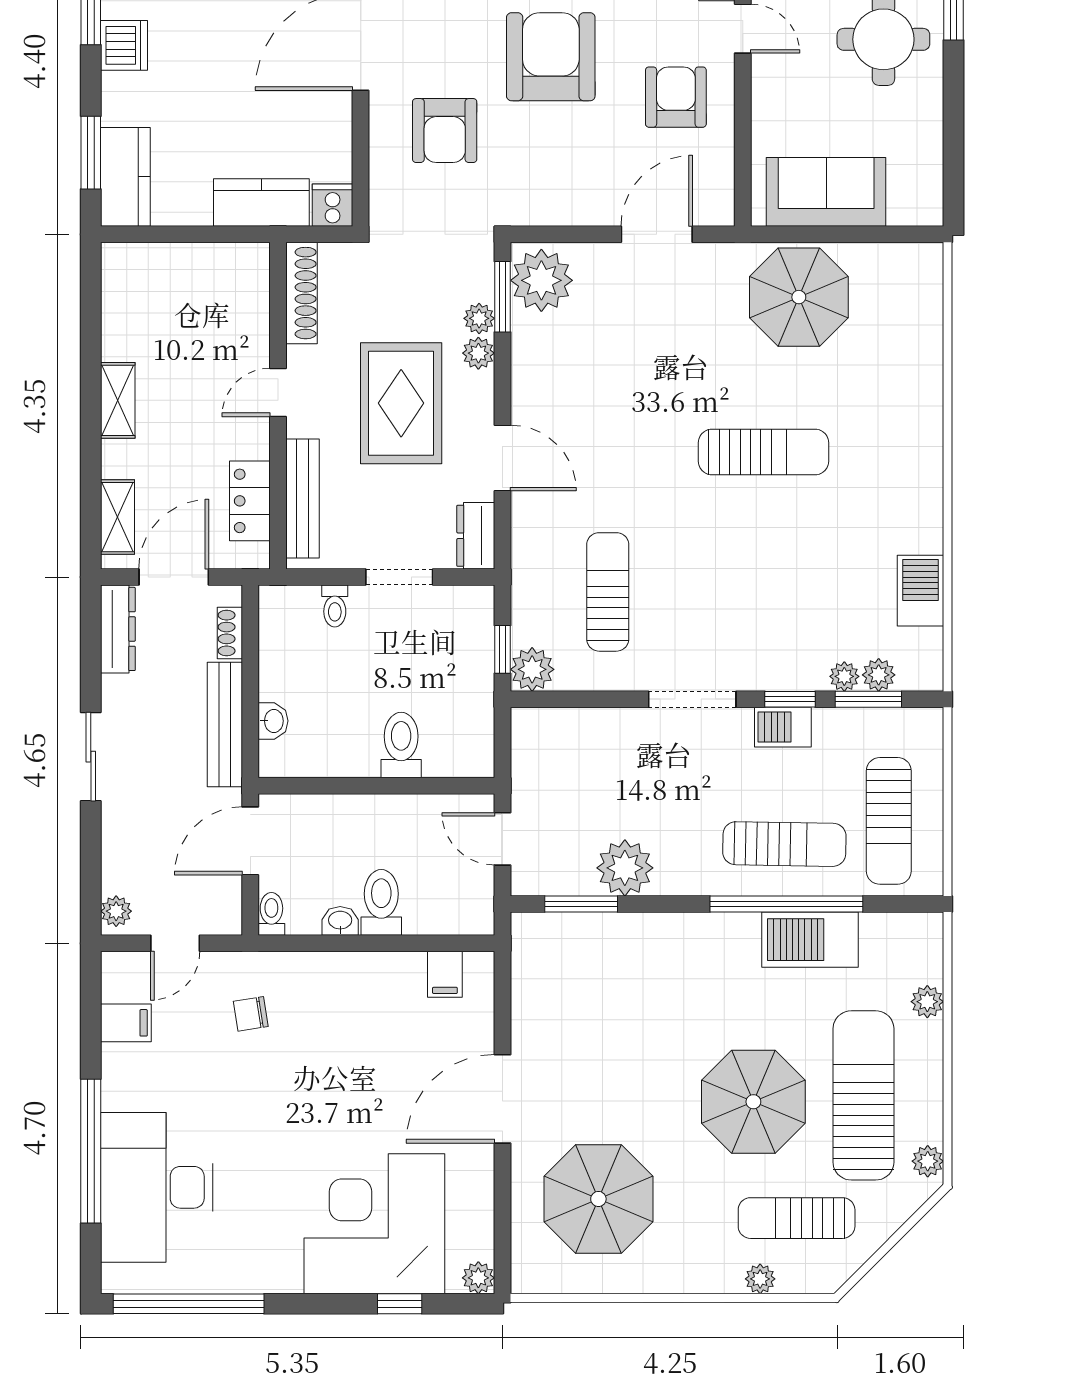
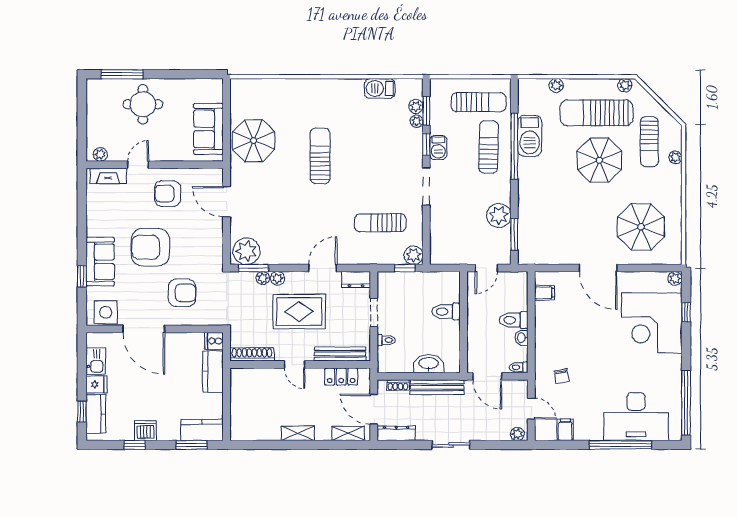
washbasin: (273, 721) -> (428, 364), width x1.91, depth x1.45

